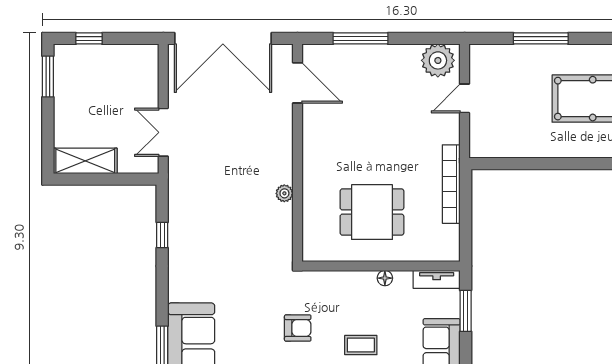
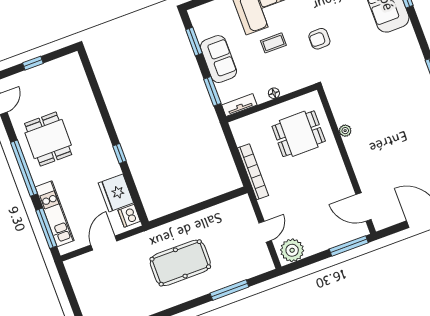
door: (297, 83) -> (364, 207), moved
wall: (297, 153) -> (346, 161), moved
plant: (284, 193) -> (345, 131), moved

